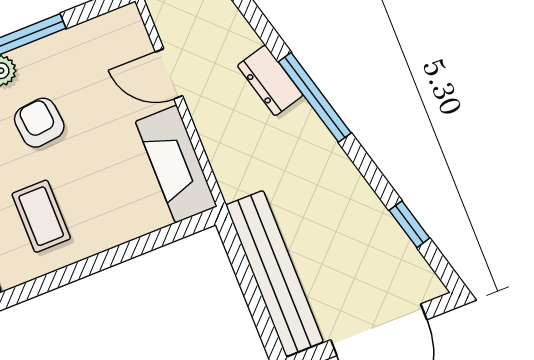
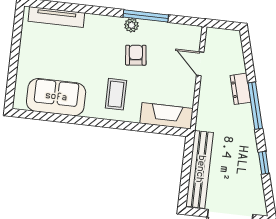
fireplace: (176, 164) -> (166, 116), moved, turned 90
window: (409, 224) -> (264, 163), moved

